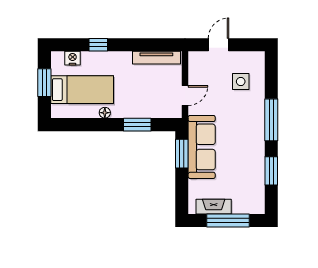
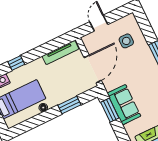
door: (185, 95) -> (93, 69), width x1.88
sofa: (202, 147) -> (124, 105), width x0.73

